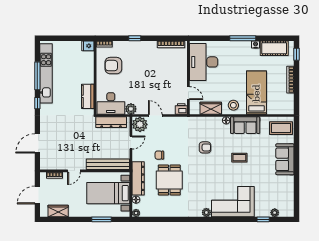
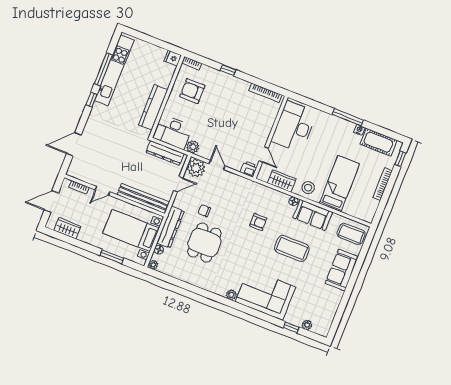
kitchen counter: (88, 96) -> (153, 107), width x1.50
coffee table: (239, 158) -> (292, 248), width x1.86, depth x1.72

